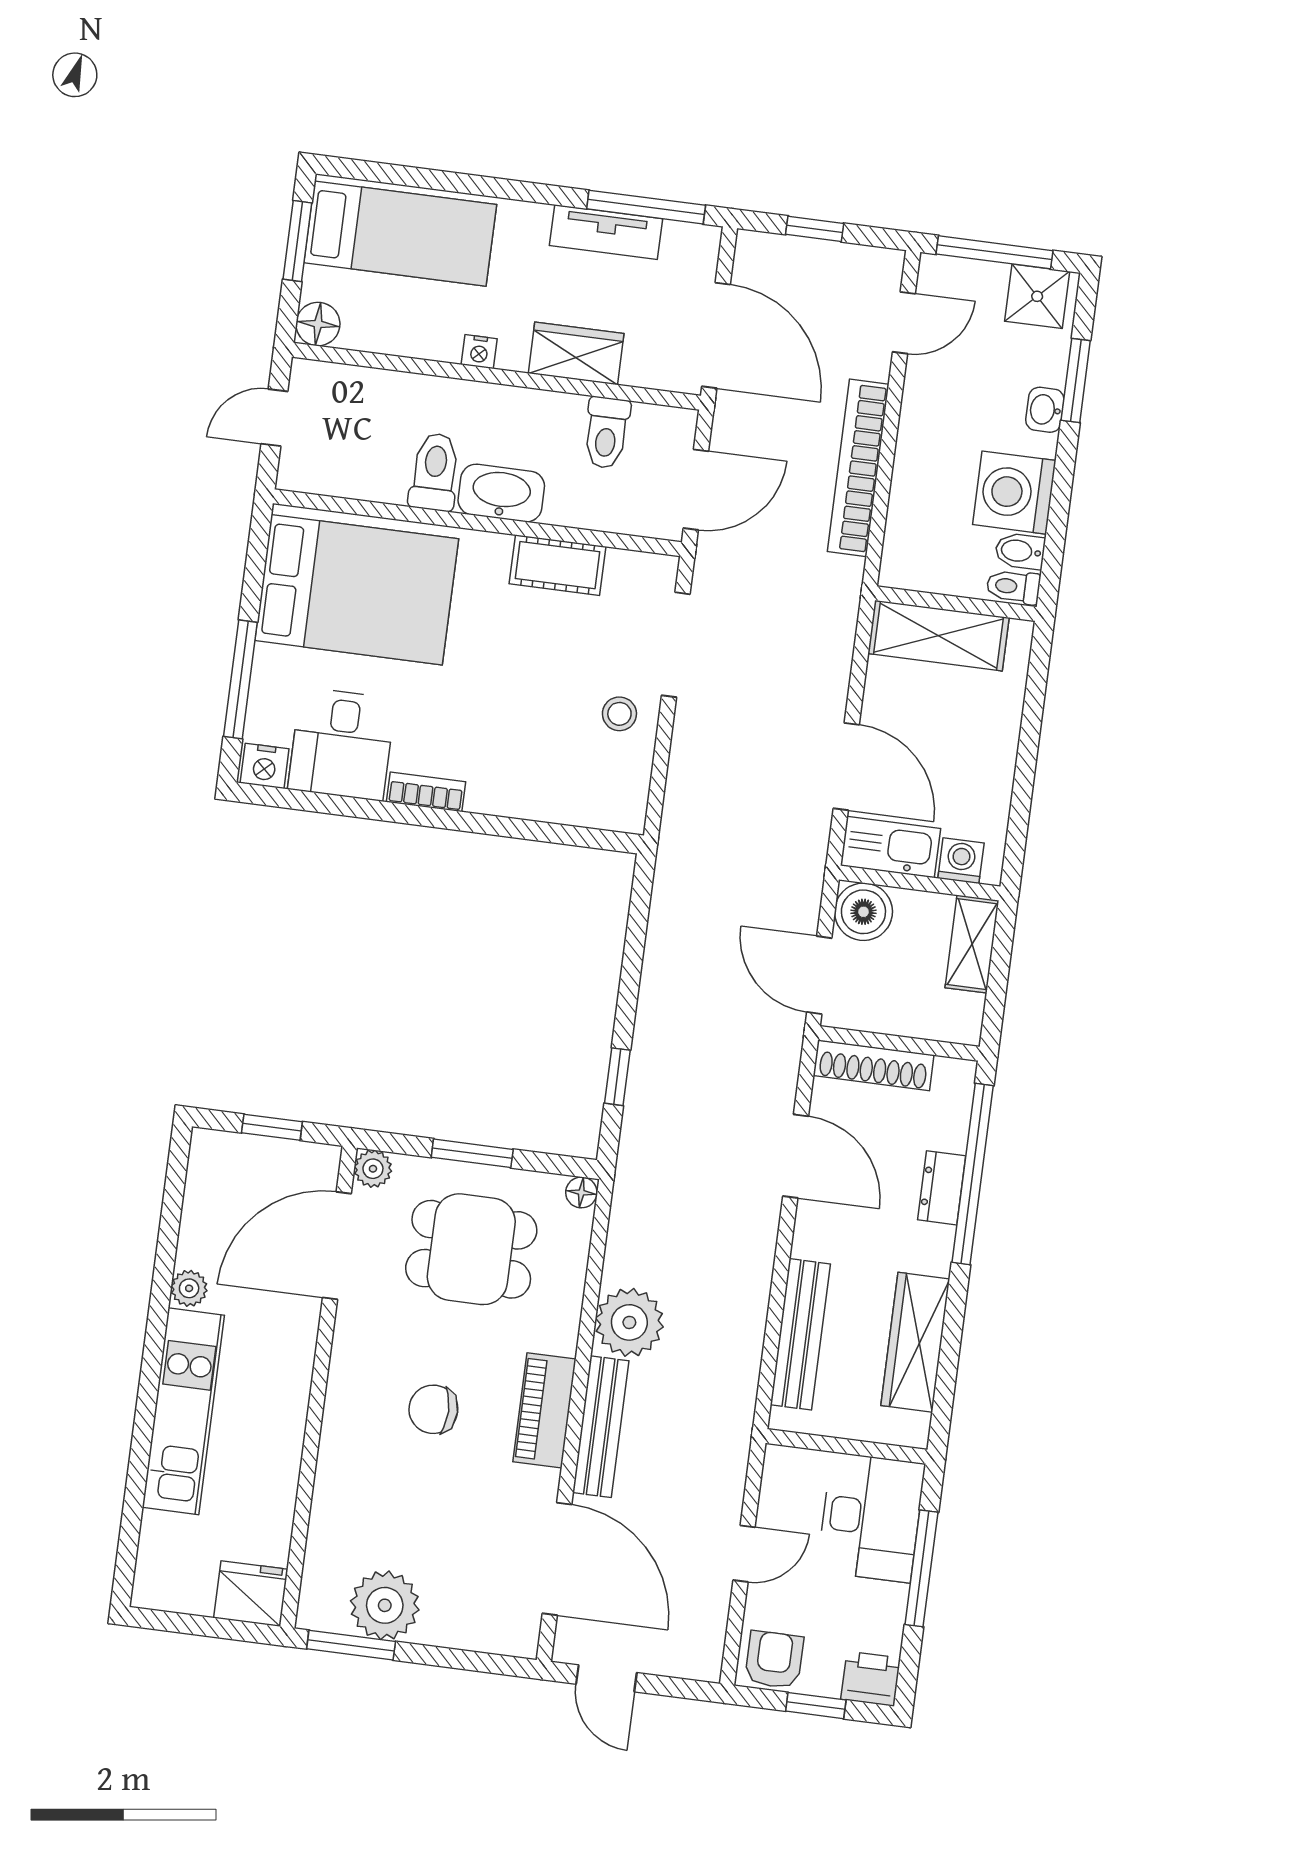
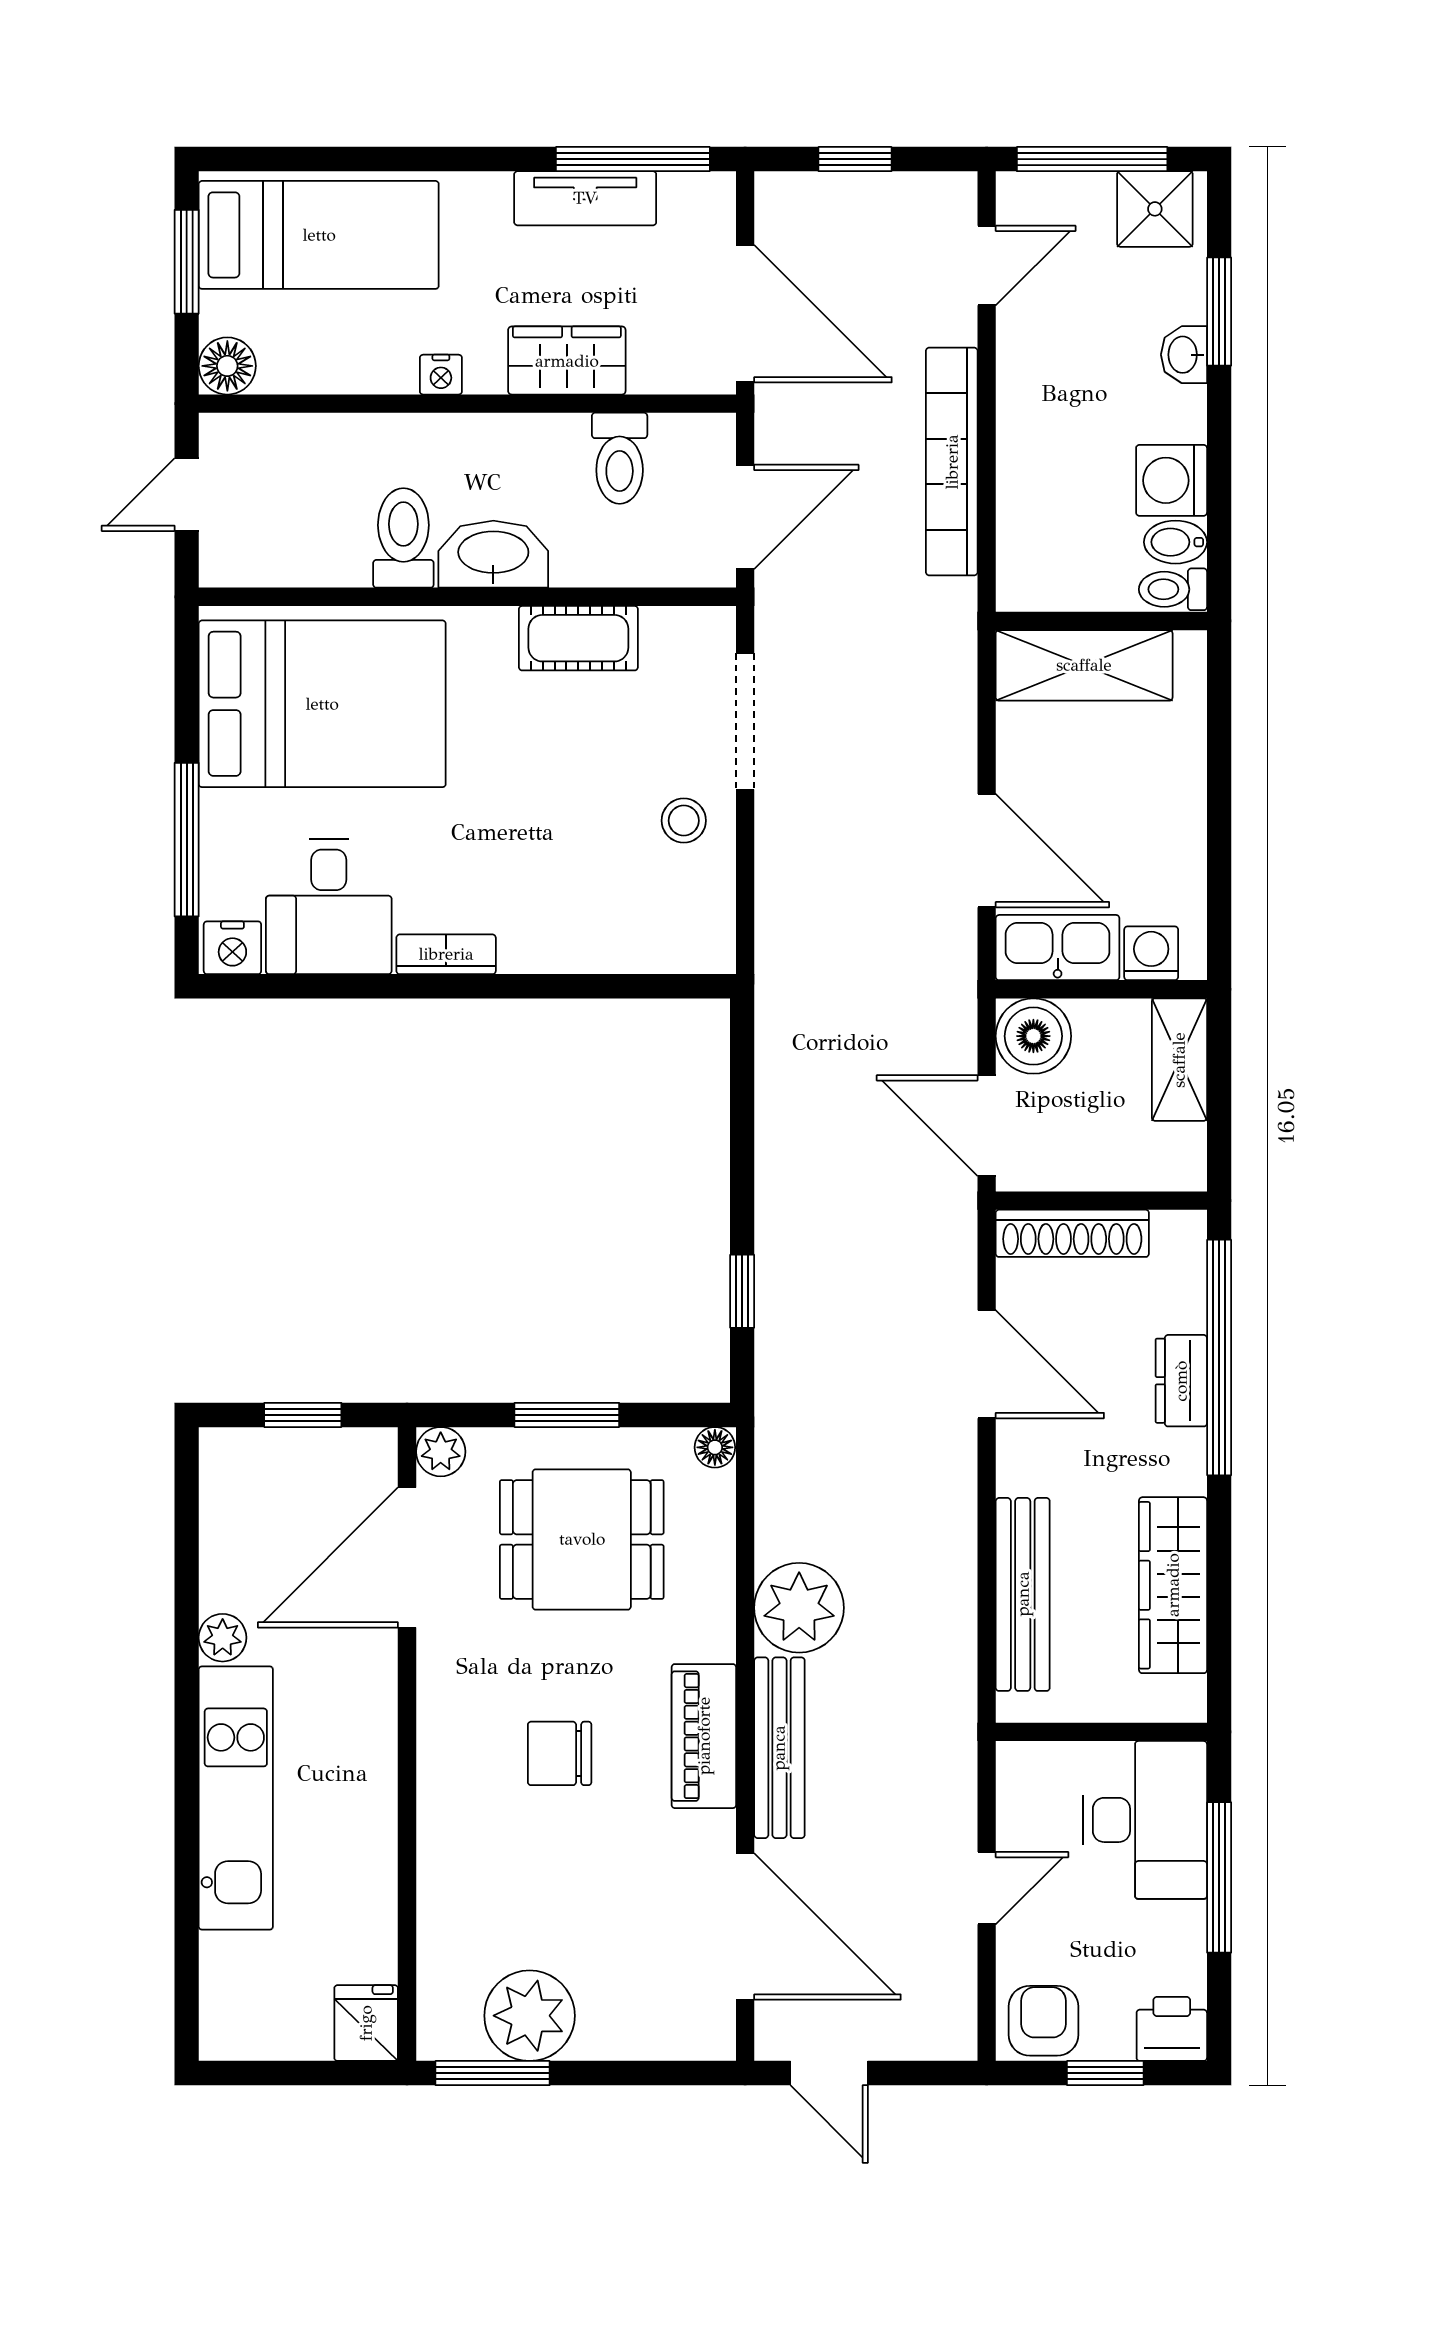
washing machine: (1014, 493) -> (1172, 480), width x0.73, depth x0.73
fridge: (251, 1594) -> (366, 2023), width x0.72

